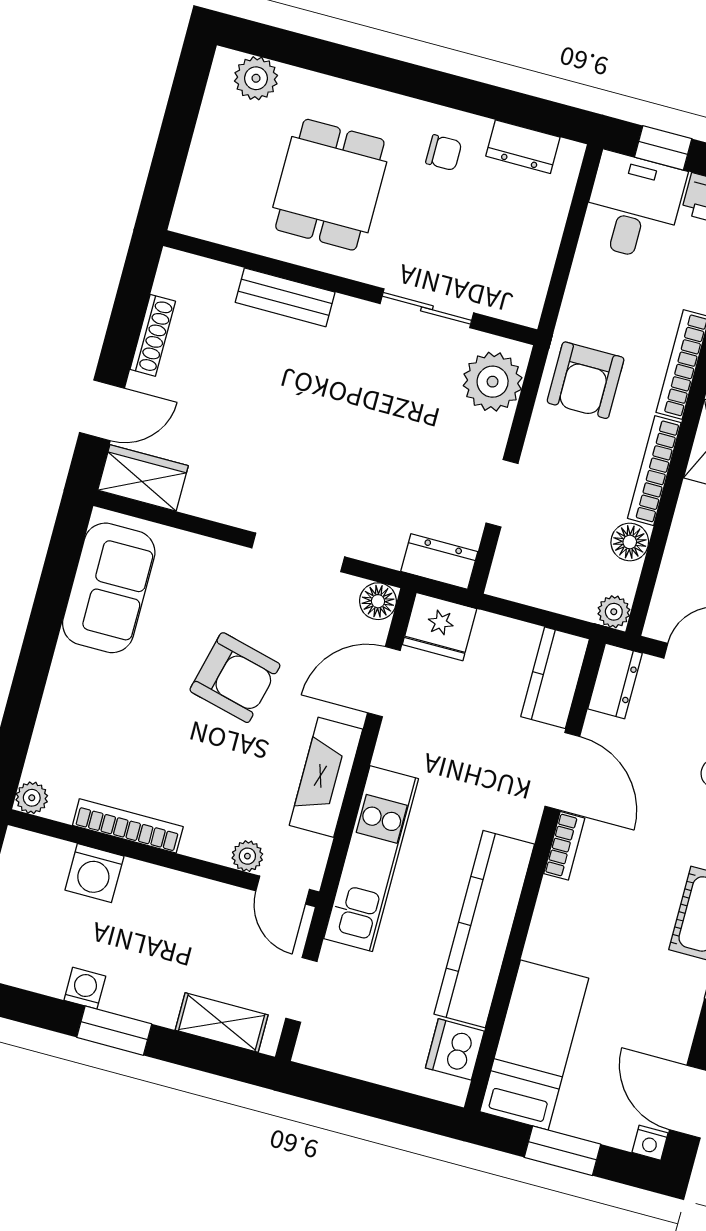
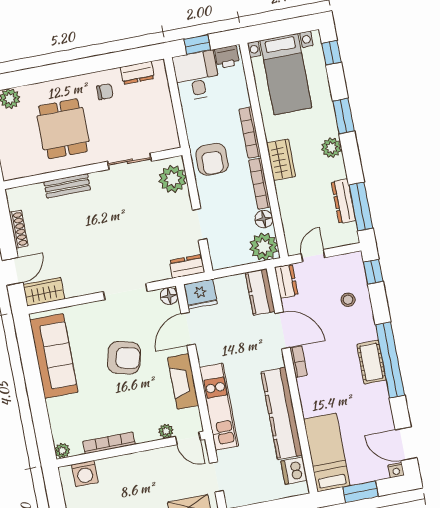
sofa: (109, 588) -> (54, 356), width x1.36
plant: (614, 612) -> (264, 247), width x1.88, depth x1.88
washing machine: (94, 873) -> (85, 474), moved

